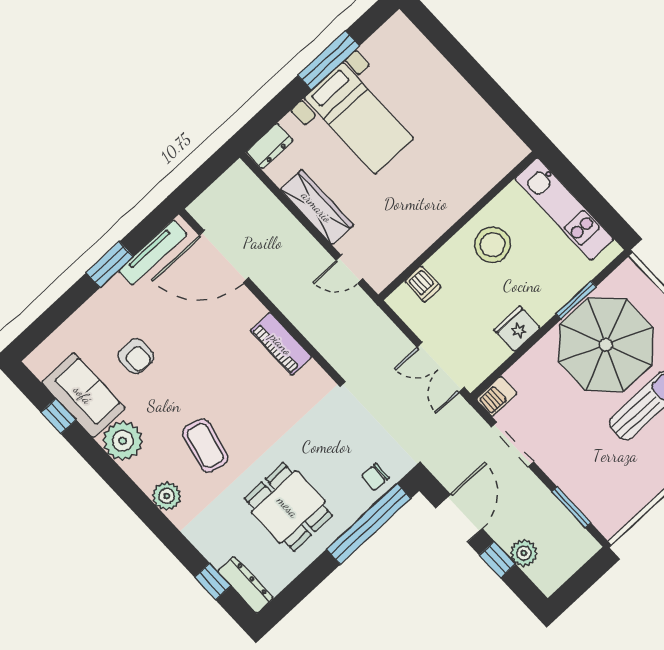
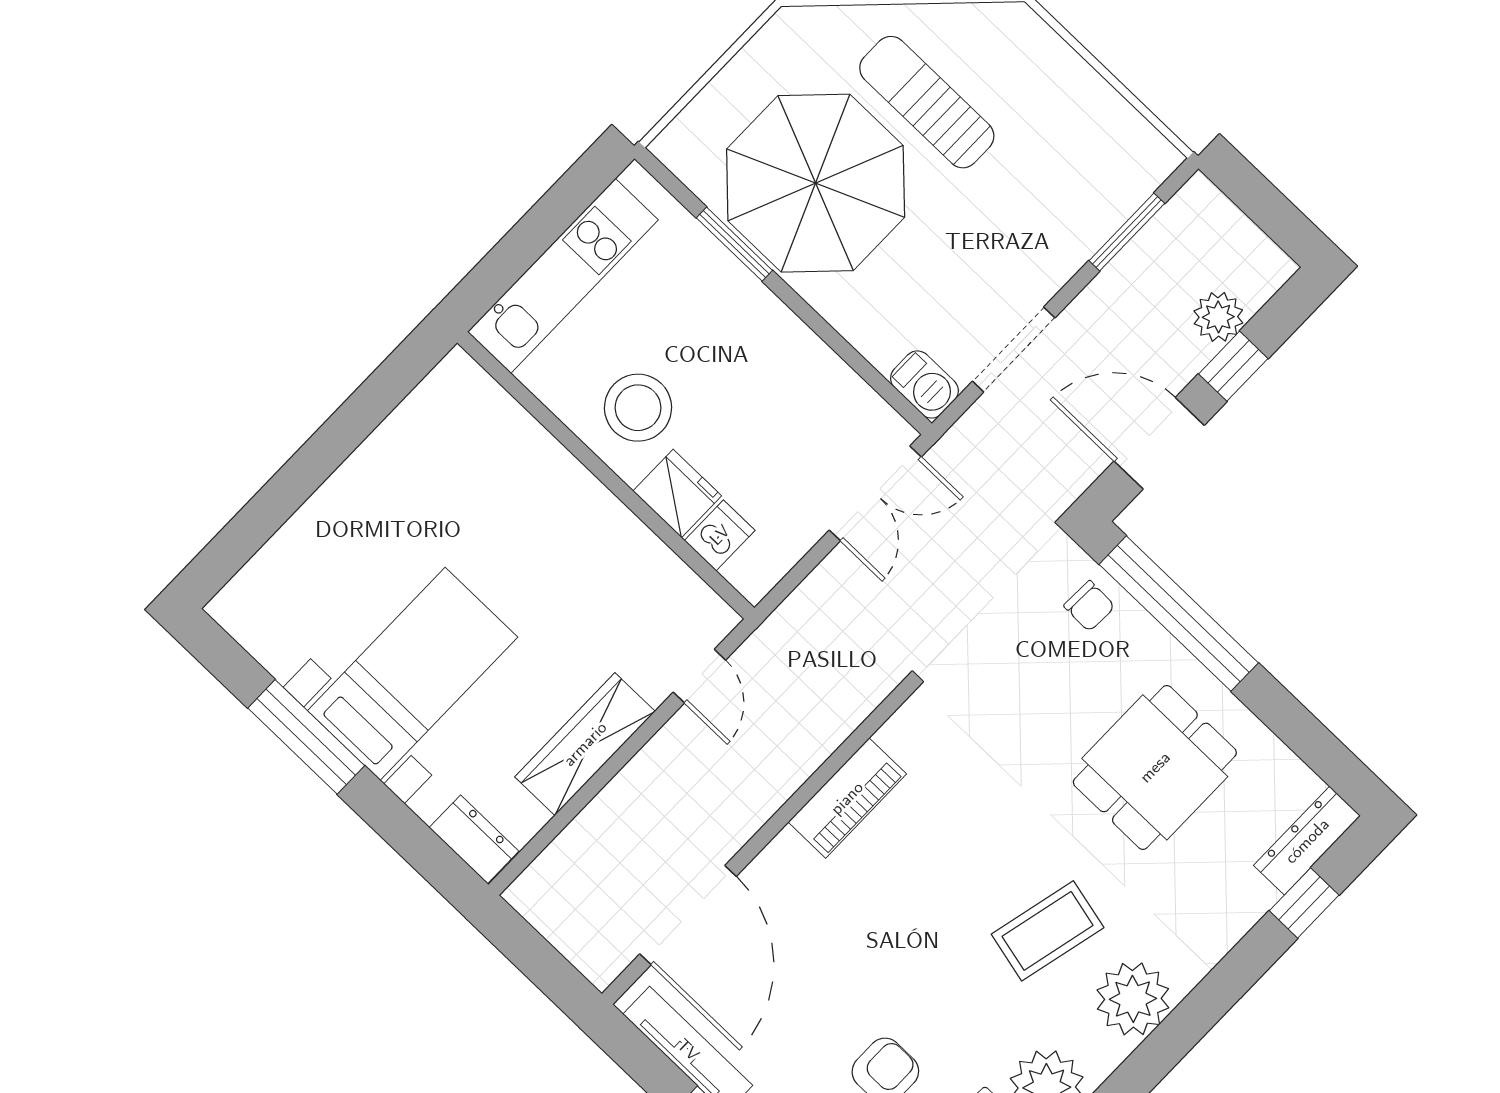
fridge: (517, 329) -> (677, 494), moved, turned 180
plant: (167, 496) -> (1133, 999), width x1.36, depth x1.36

